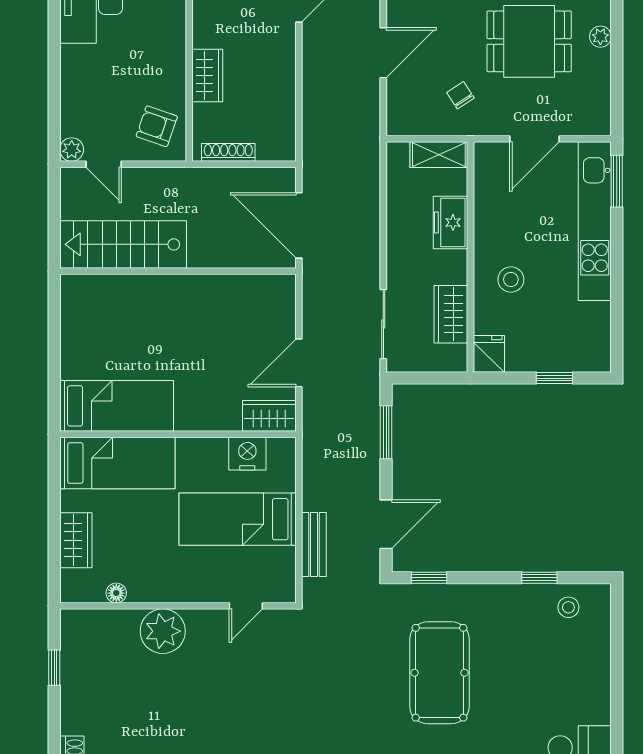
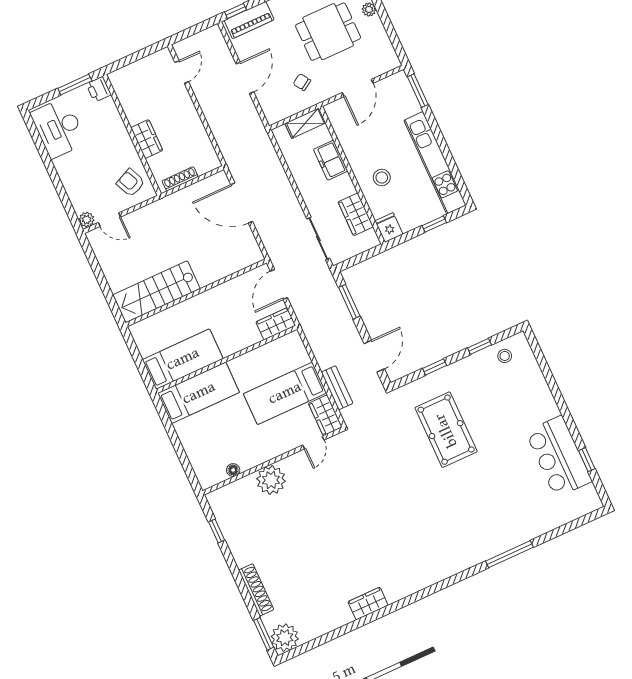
armchair: (157, 126) -> (131, 183), turned 47
kitchen unit: (595, 221) -> (435, 163), moved
stairs: (123, 244) -> (156, 292), moved
wall: (178, 271) -> (196, 293), moved
nightstand: (247, 454) -> (273, 352), removed
wardrobe: (76, 540) -> (325, 415), moved, turned 180
window: (429, 578) -> (435, 367), moved

